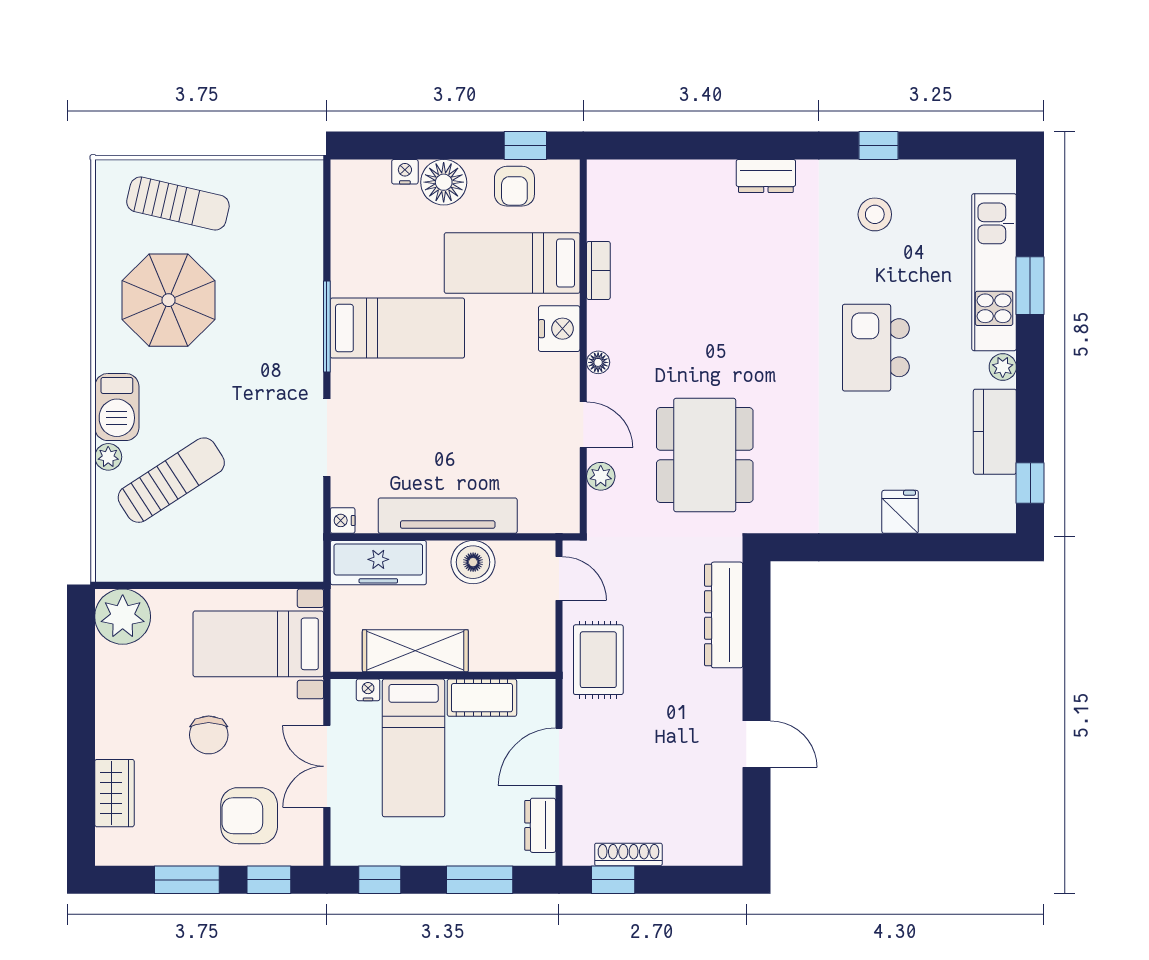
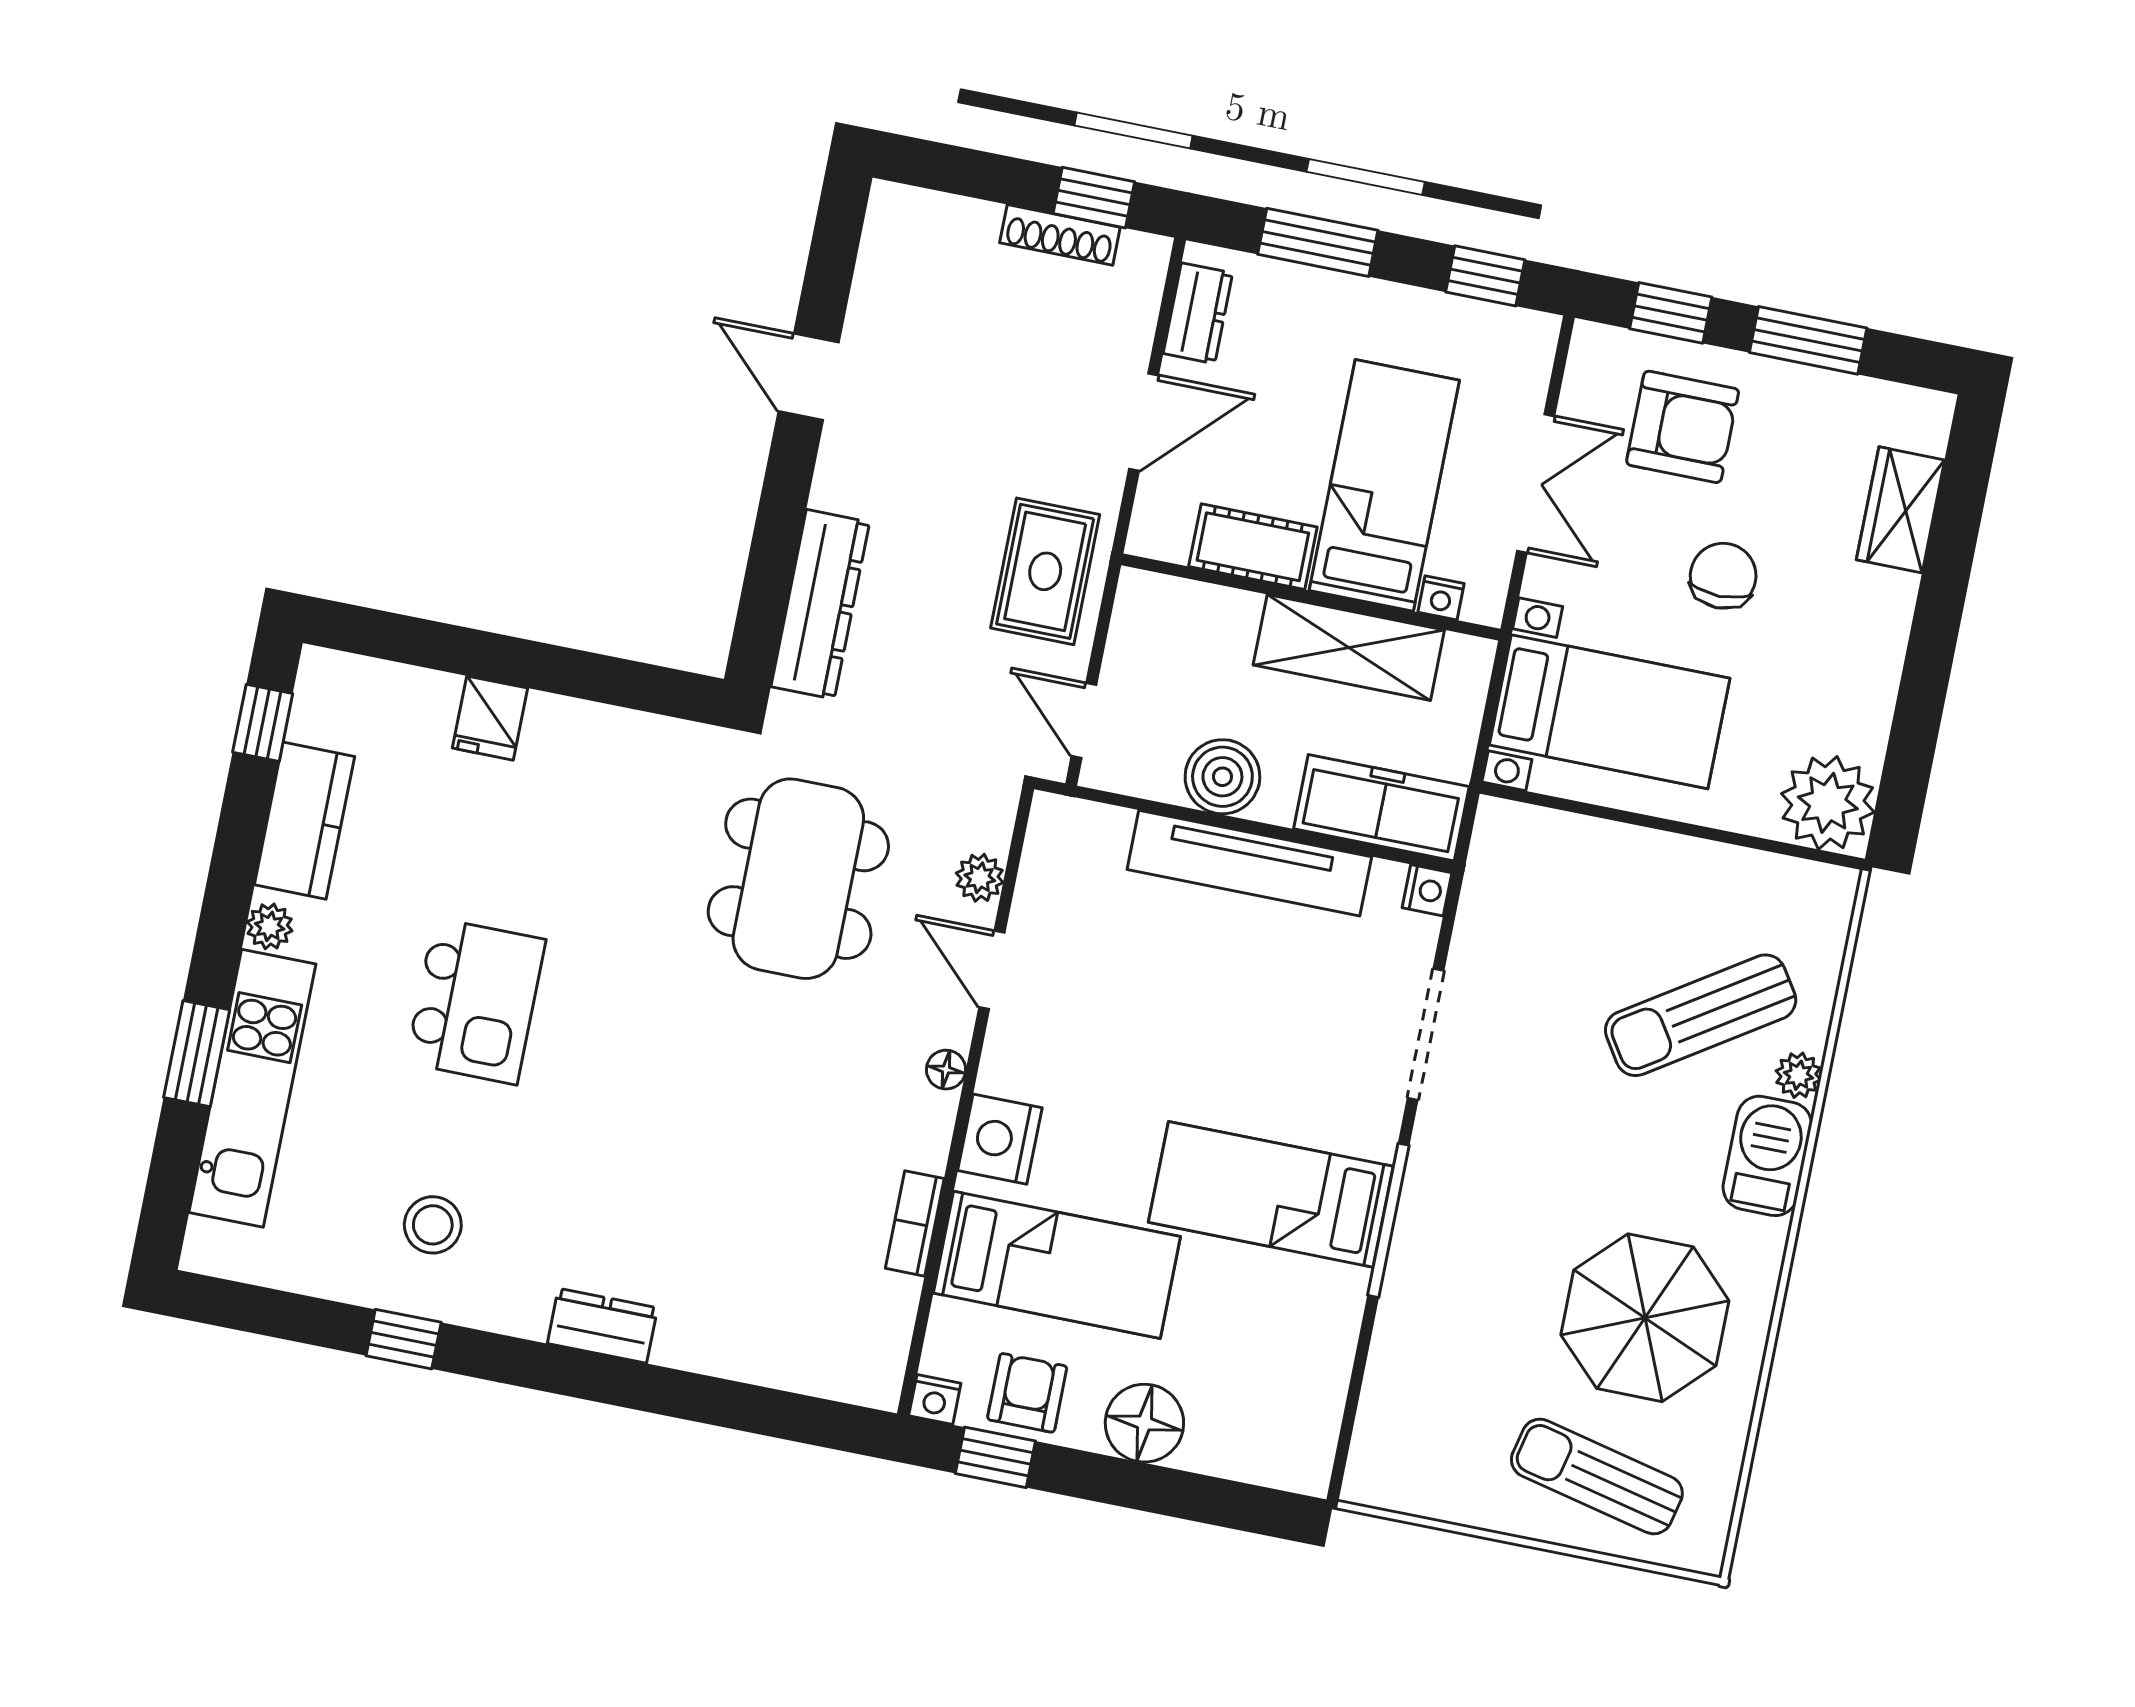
nightstand: (405, 172) -> (935, 1400), moved

